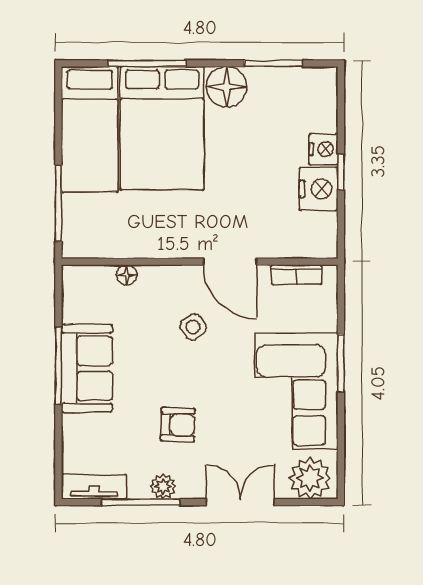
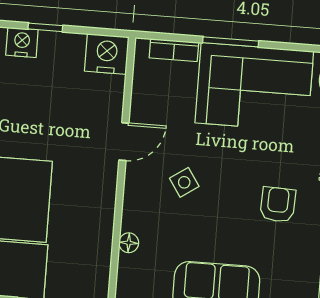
nightstand: (318, 189) -> (107, 54), moved
door: (230, 262) -> (124, 142), width x0.73
bookcase: (297, 275) -> (174, 50), moved, turned 90

